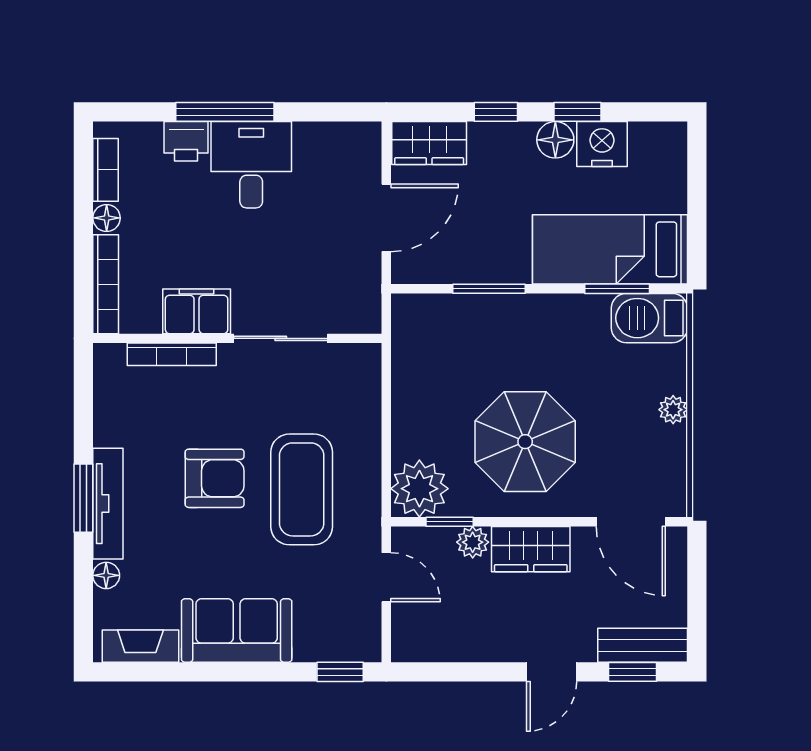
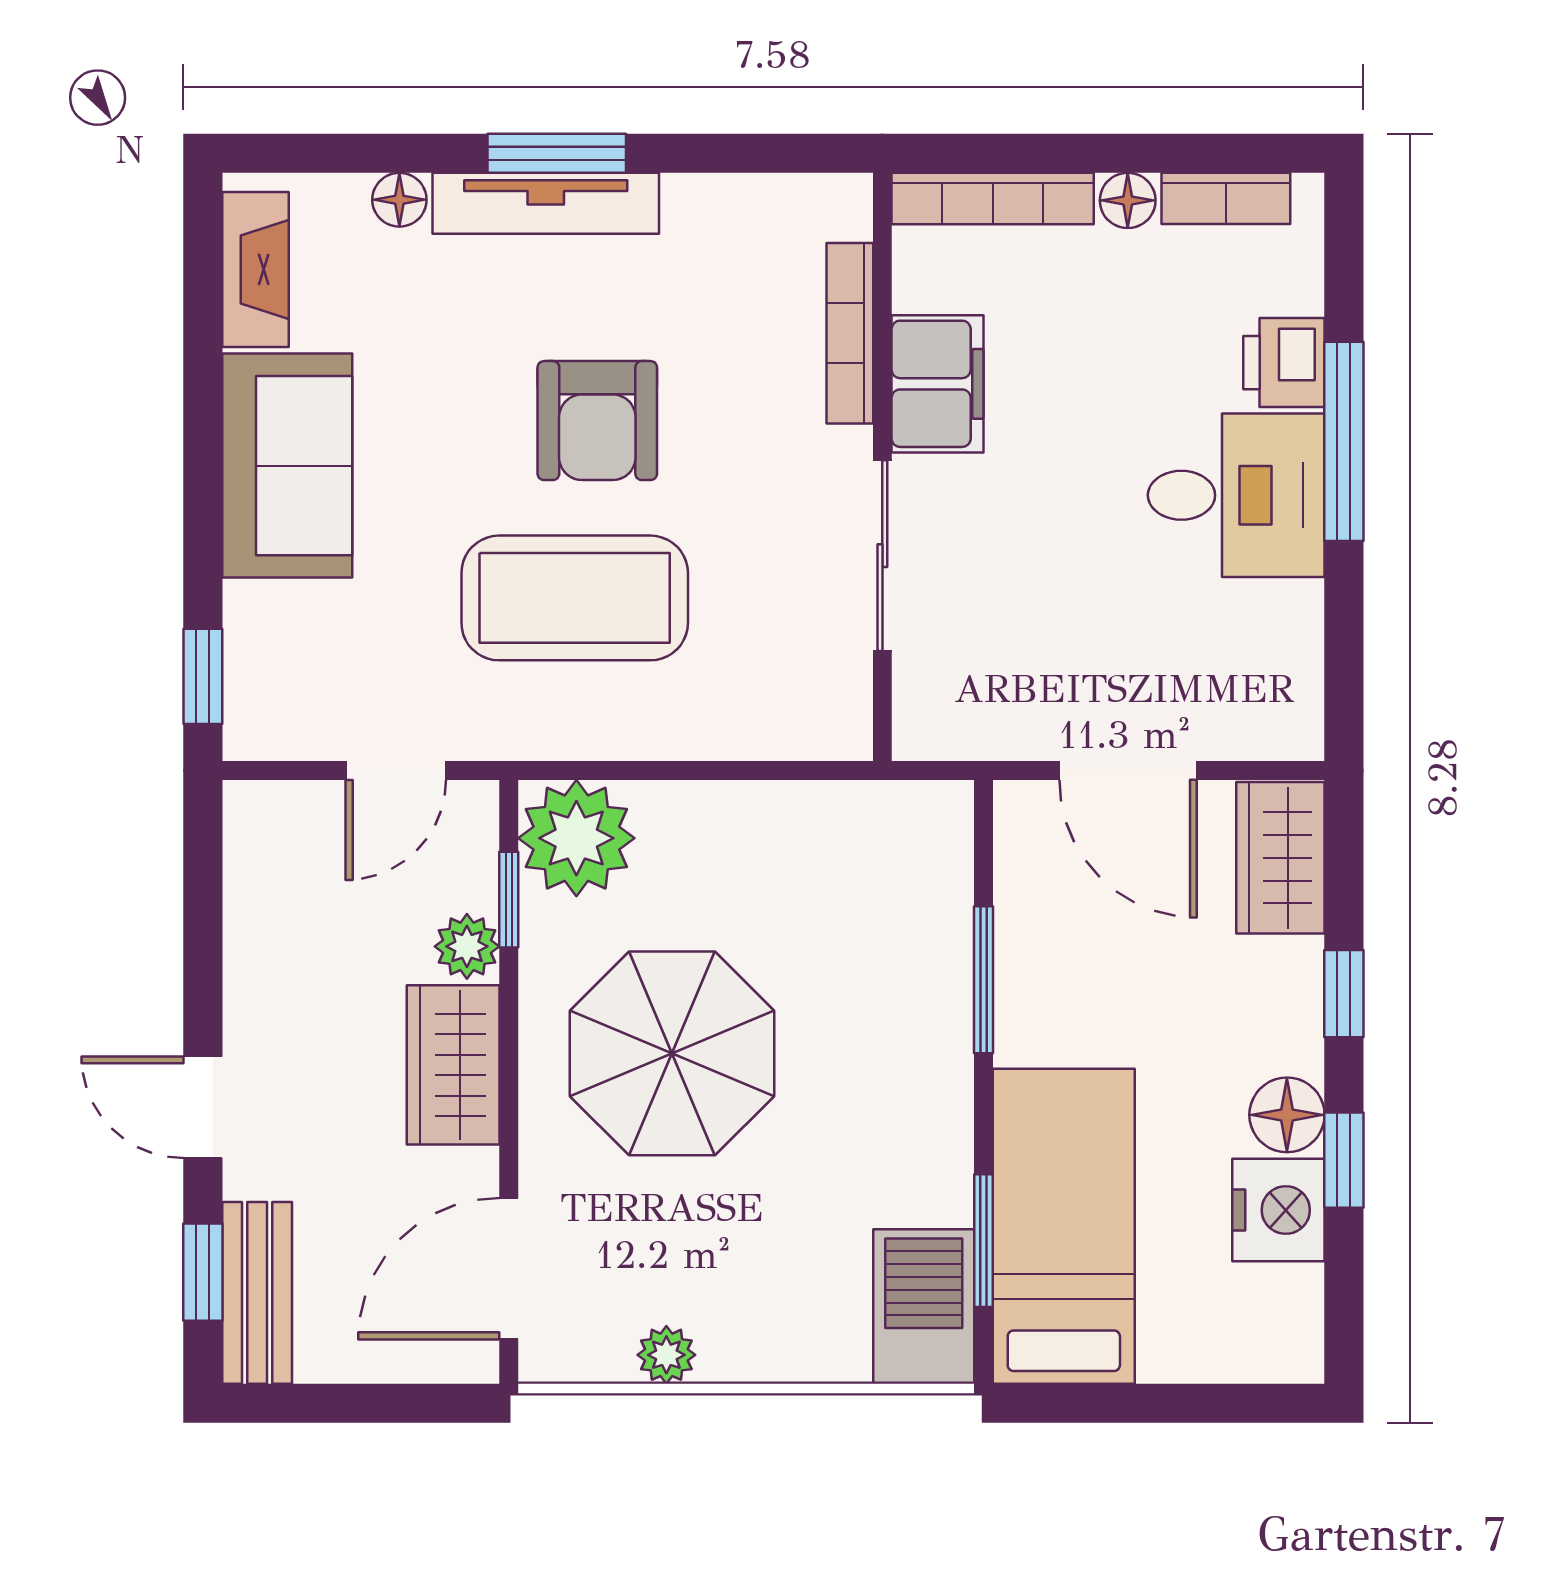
plant: (673, 410) -> (666, 1355), moved

